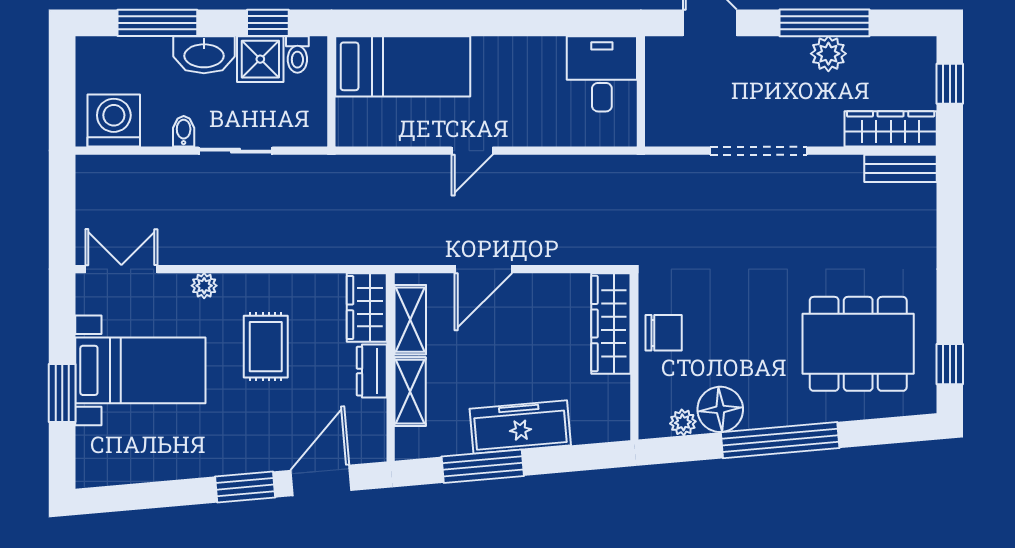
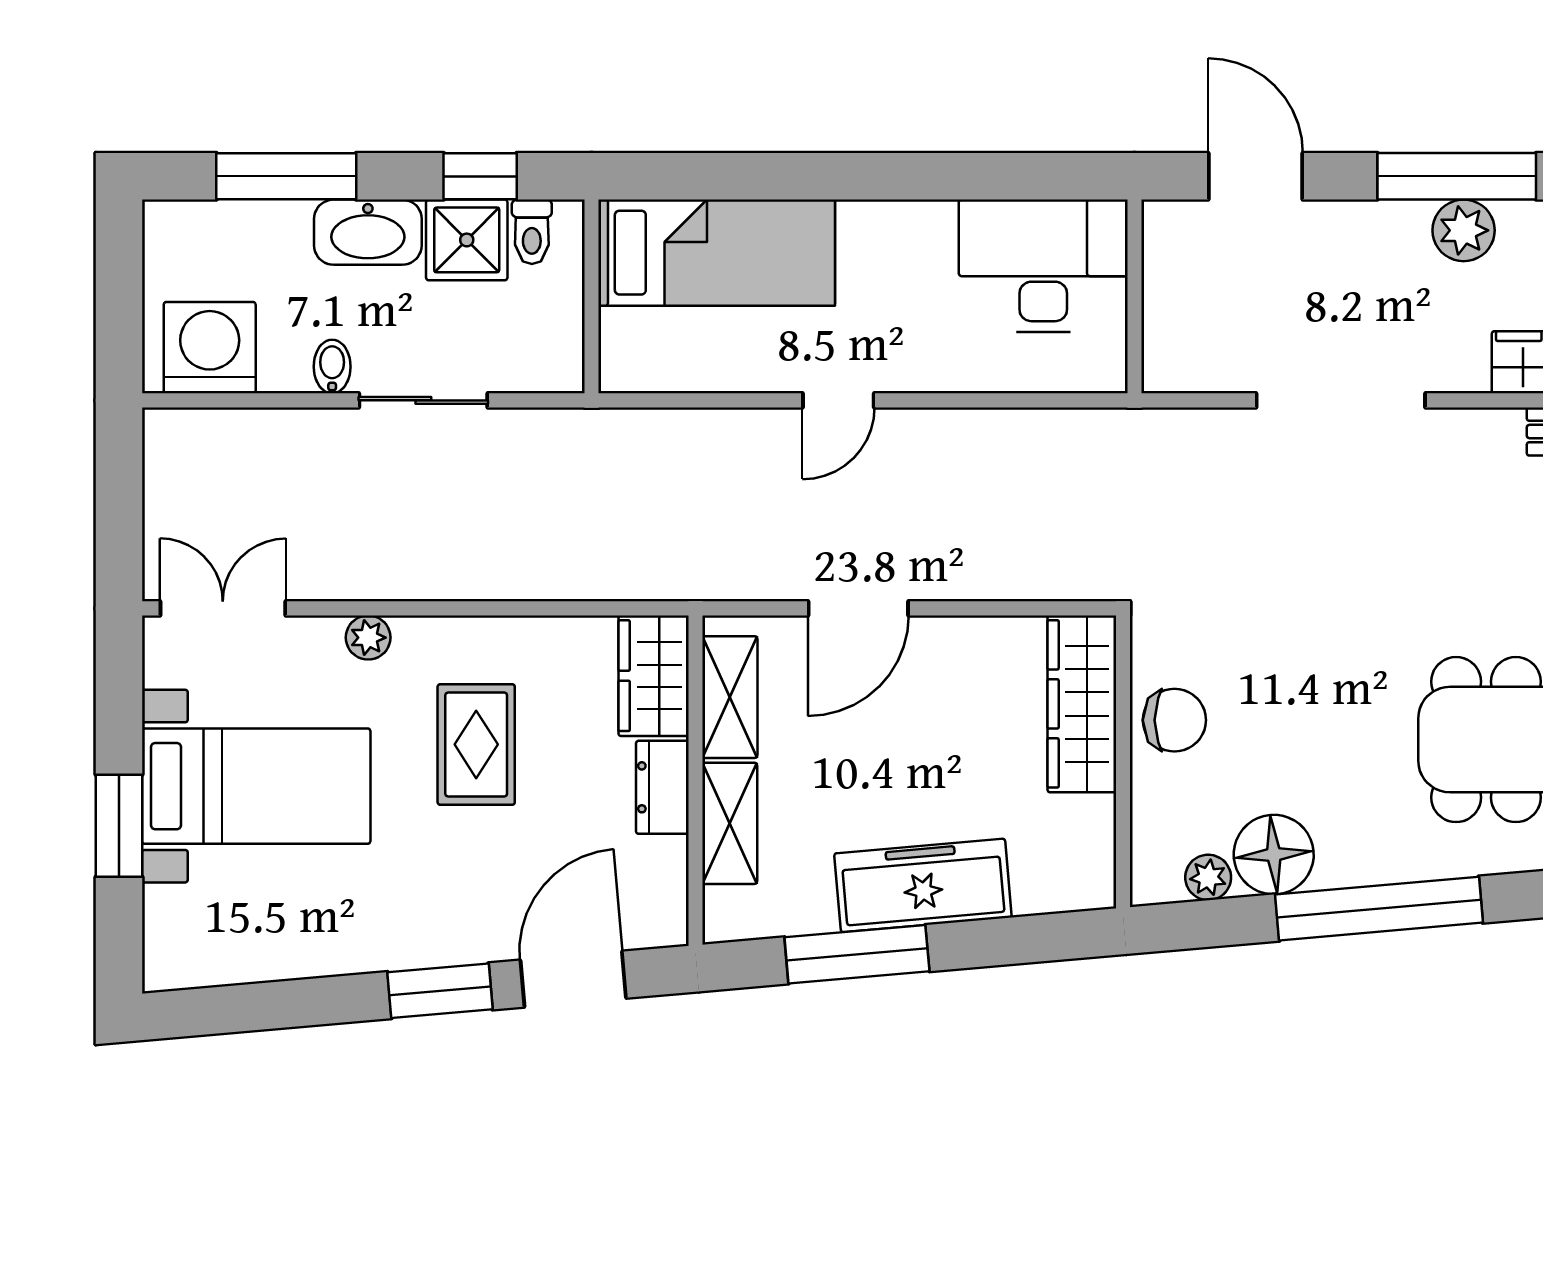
desk: (602, 74) -> (1043, 266), width x1.37

